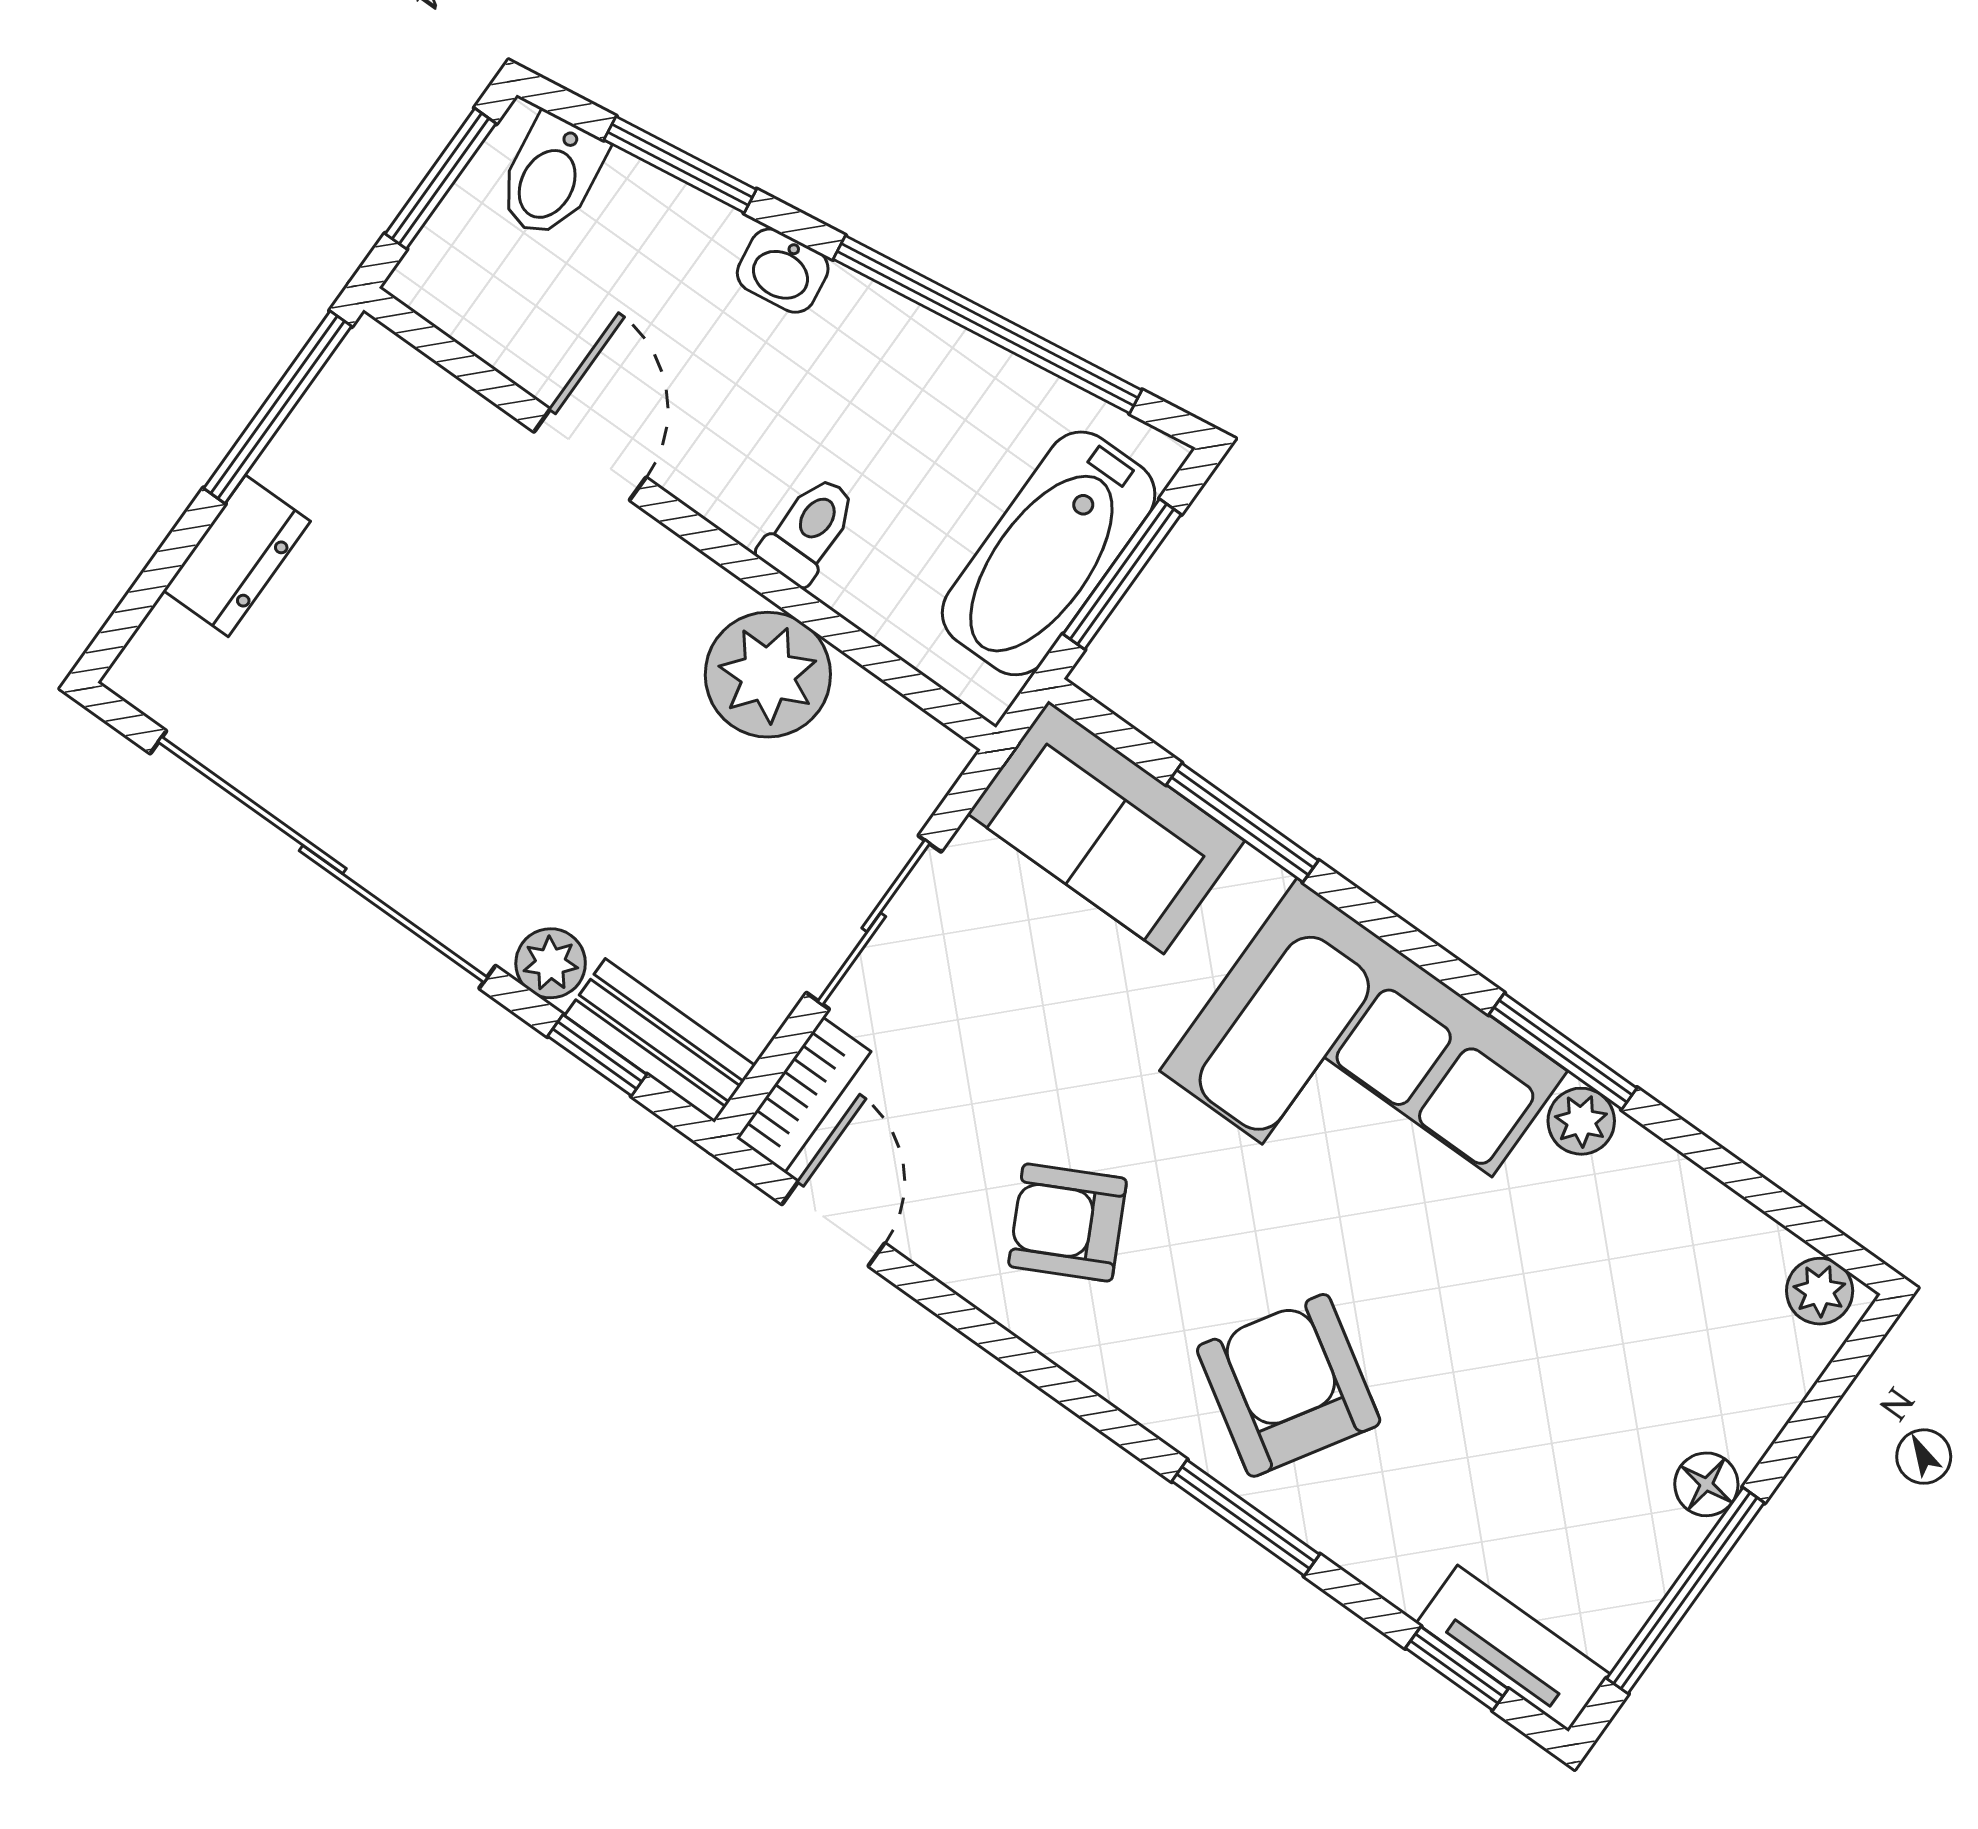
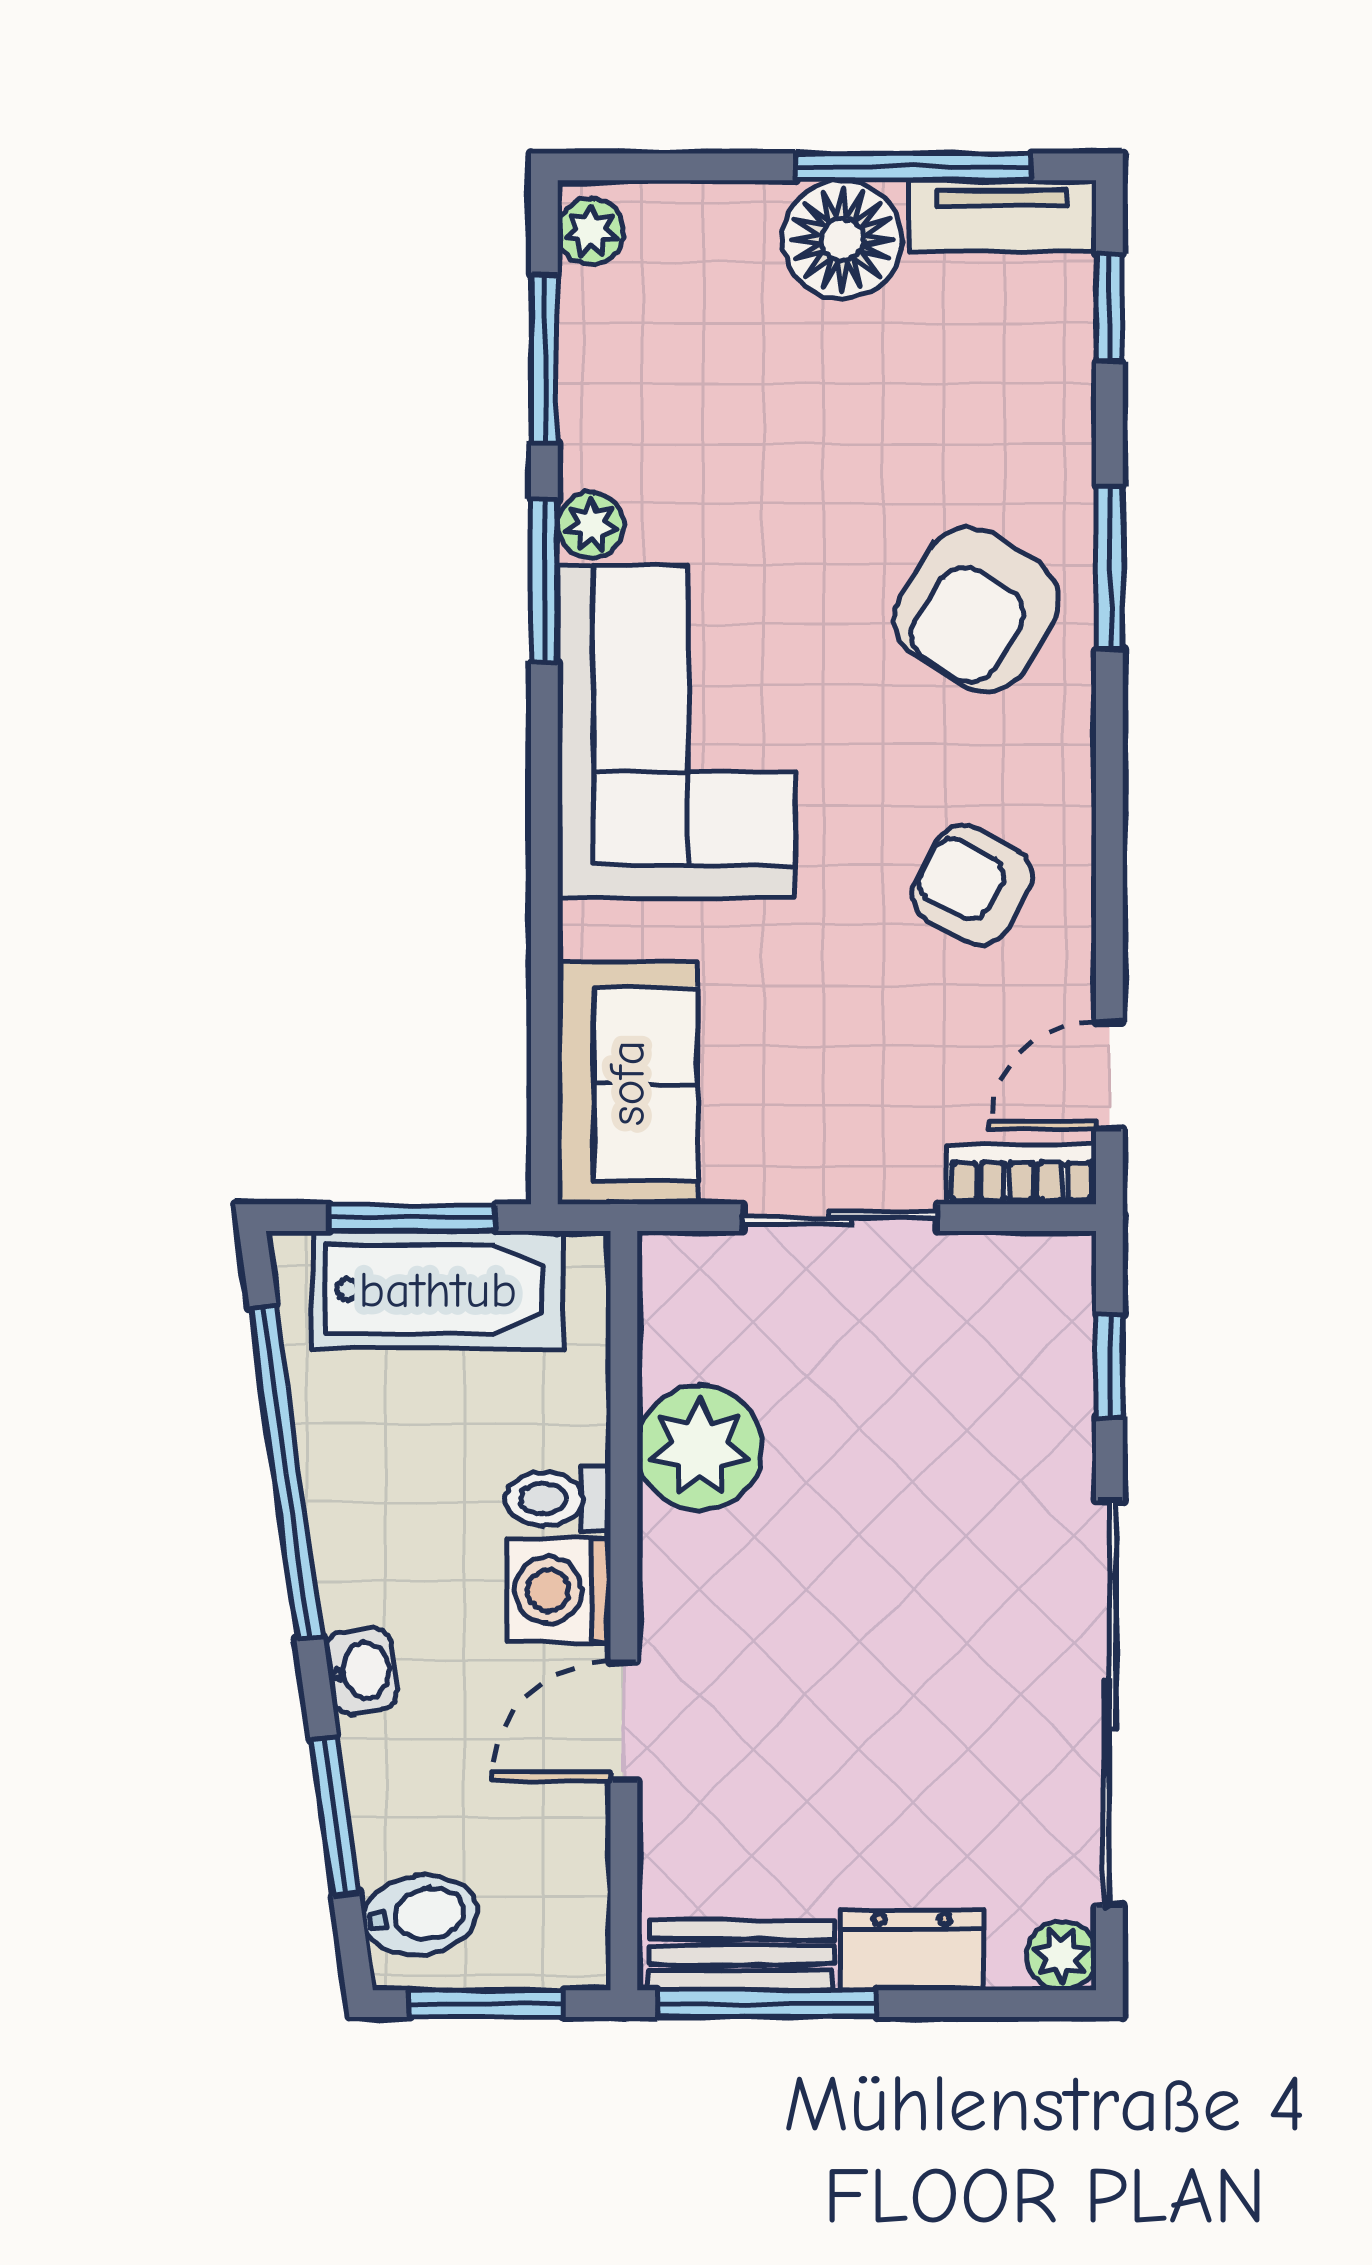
washing machine: (734, 477) -> (559, 1590), added
window: (1242, 823) -> (544, 359), moved
plant: (551, 963) -> (1062, 1956), moved
bench: (660, 1041) -> (741, 1955), moved, turned 90
armchair: (1068, 1223) -> (972, 885), turned 146
floor lamp: (1706, 1484) -> (842, 240), width x1.89, depth x1.89
tv unit: (1513, 1648) -> (1002, 216), moved, turned -90

